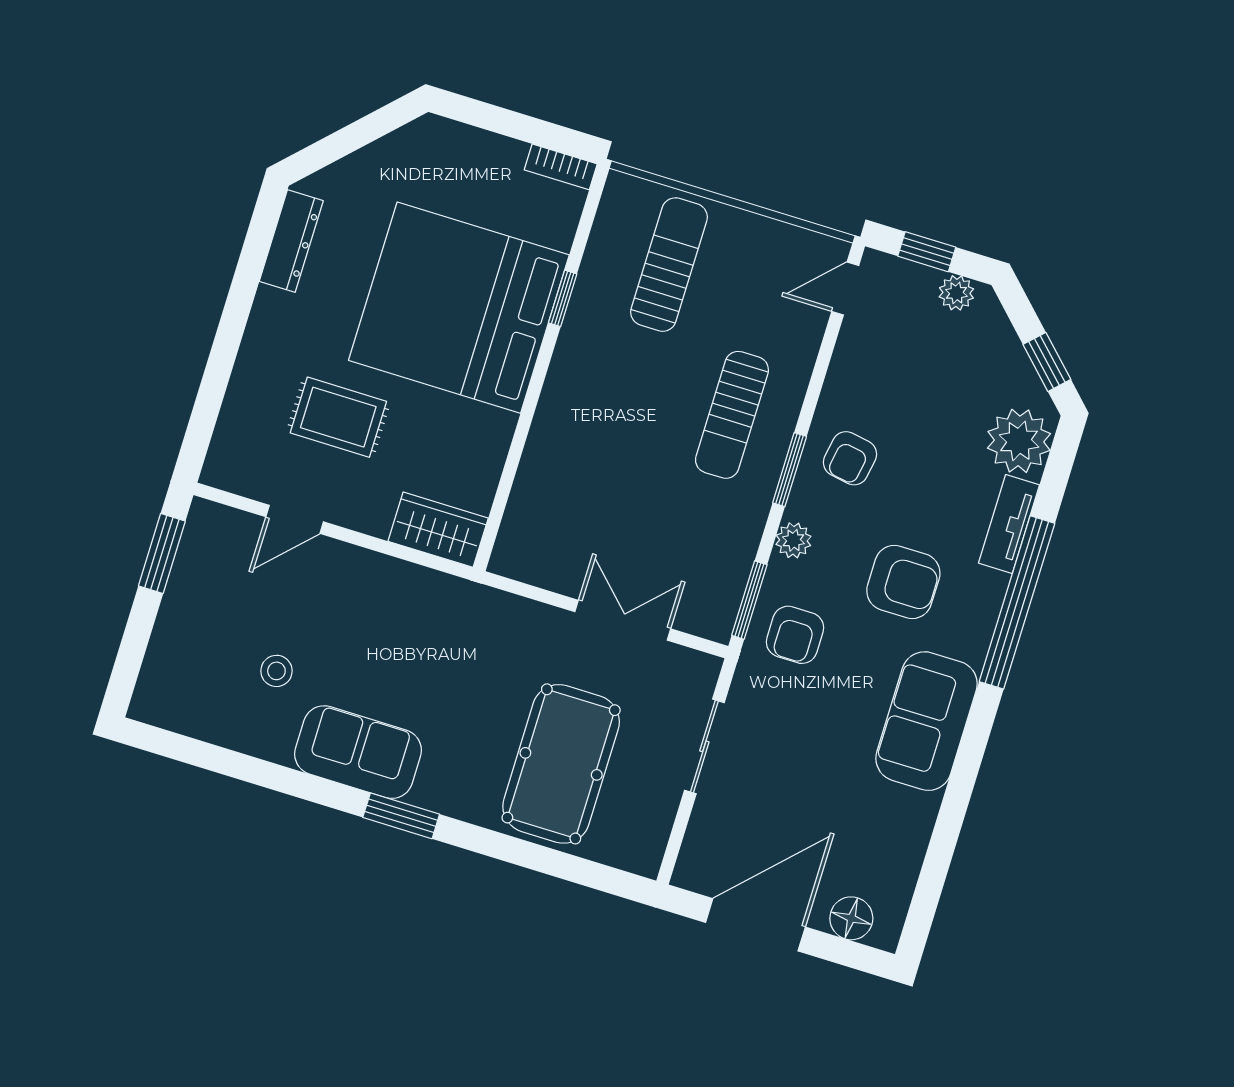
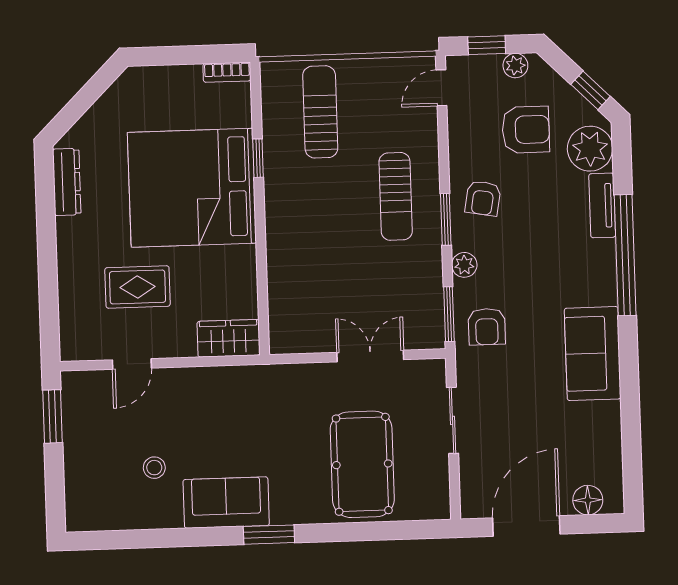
armchair: (903, 582) -> (526, 130), moved

